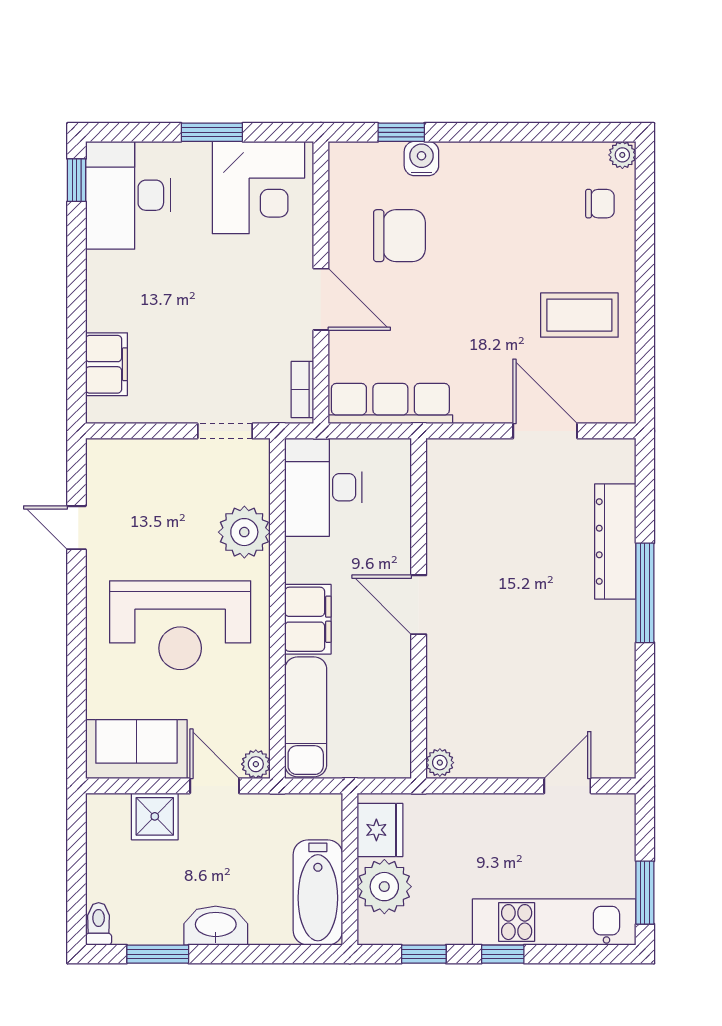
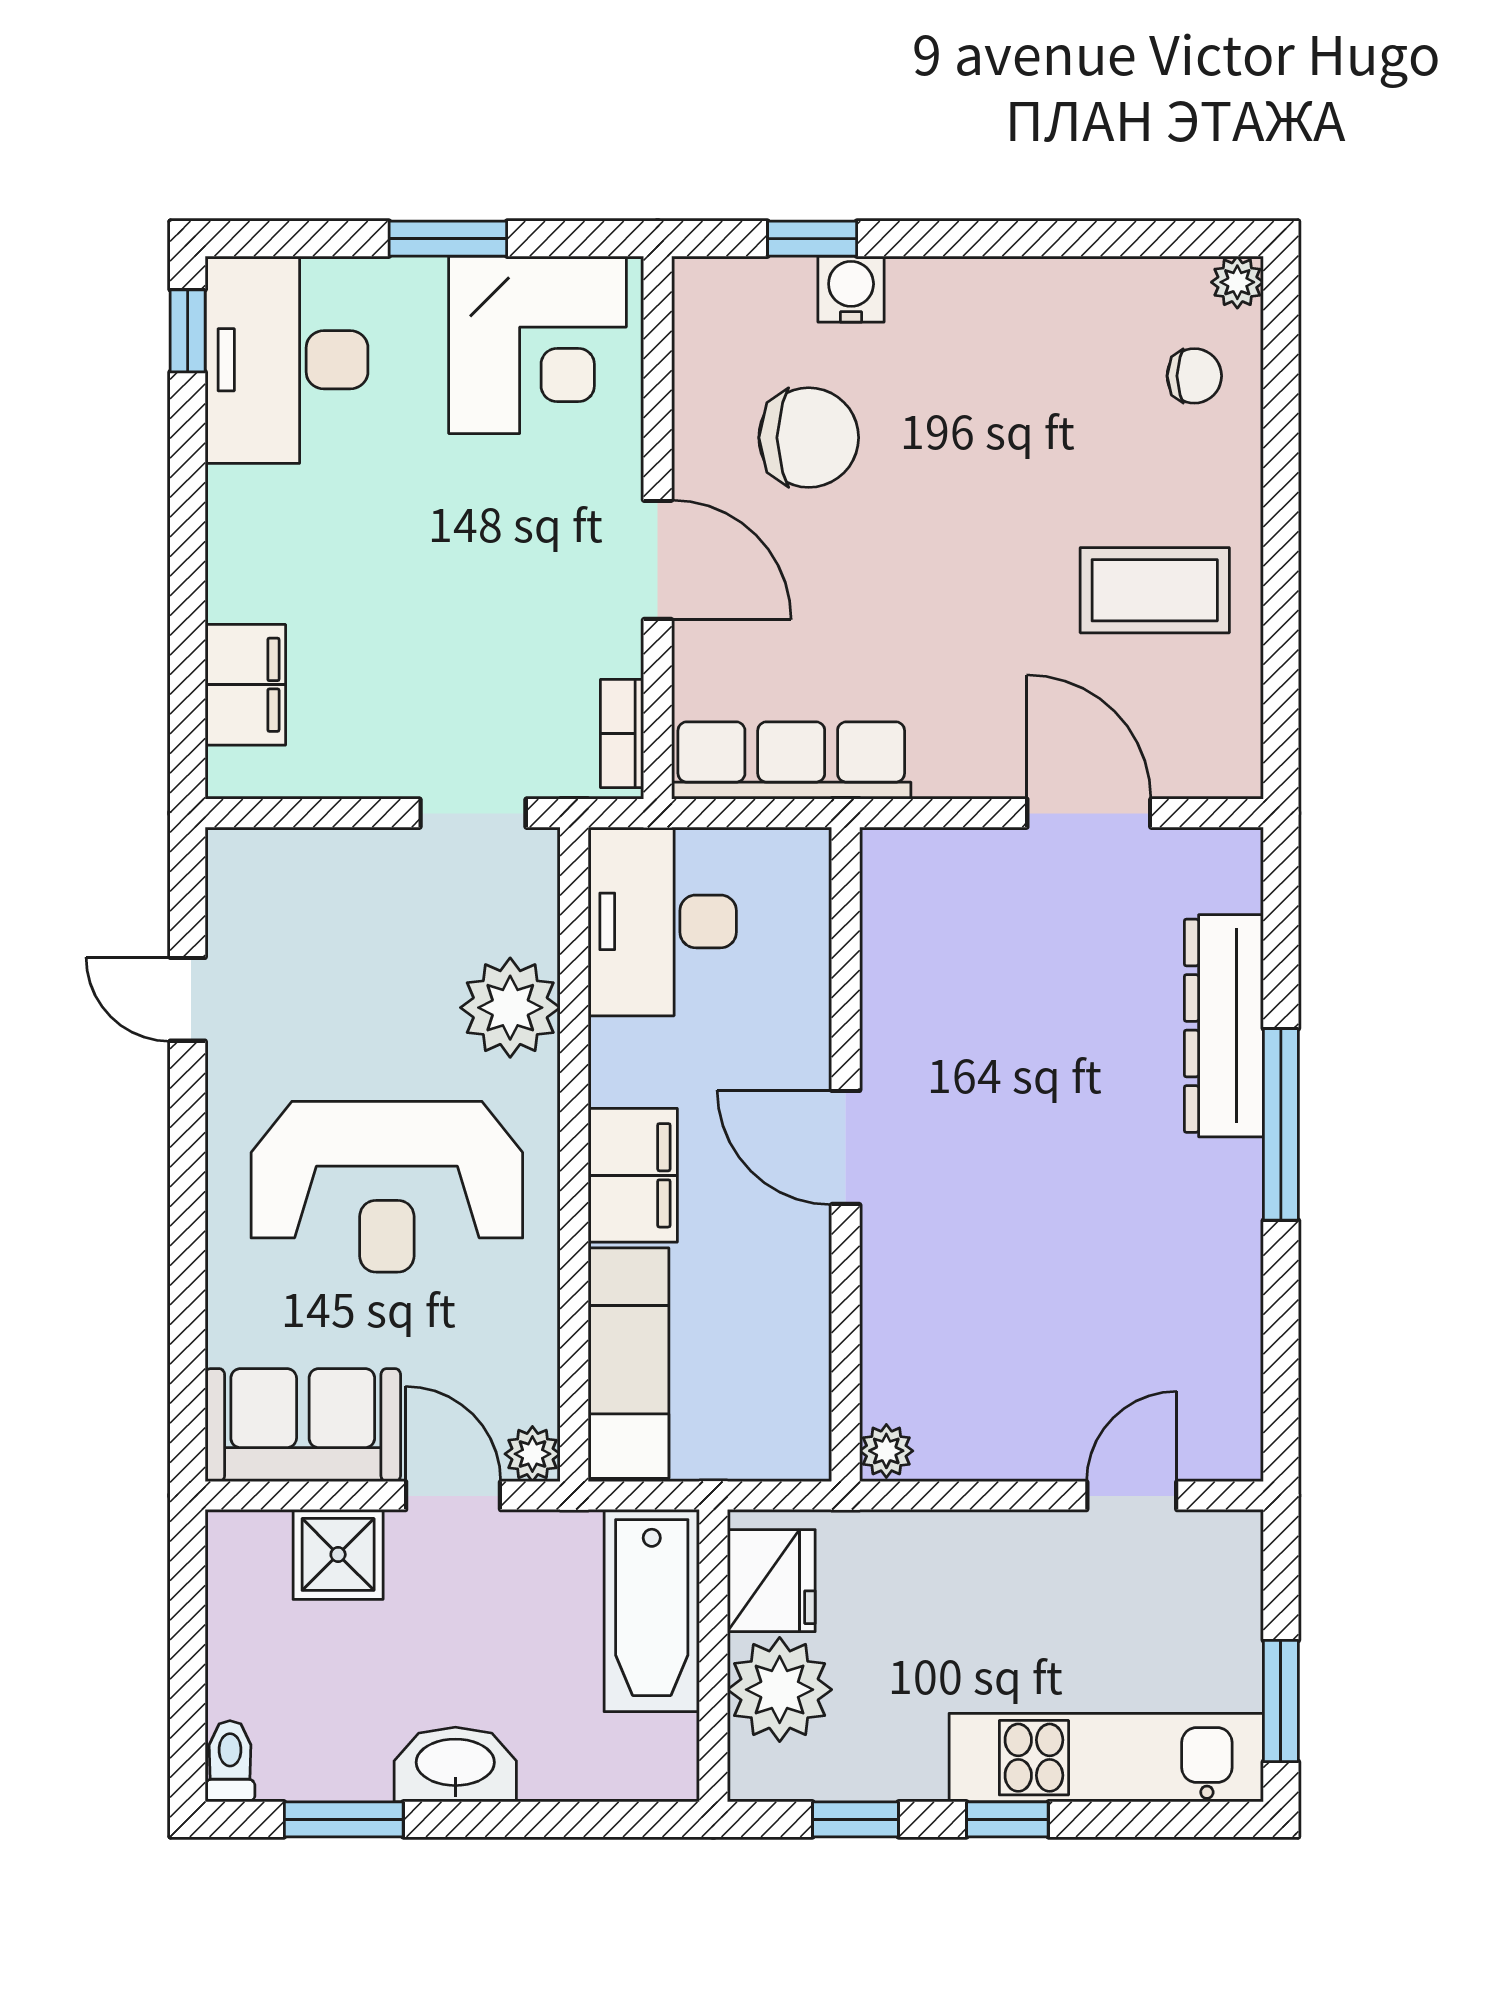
bathtub: (318, 893) -> (652, 1611), moved

